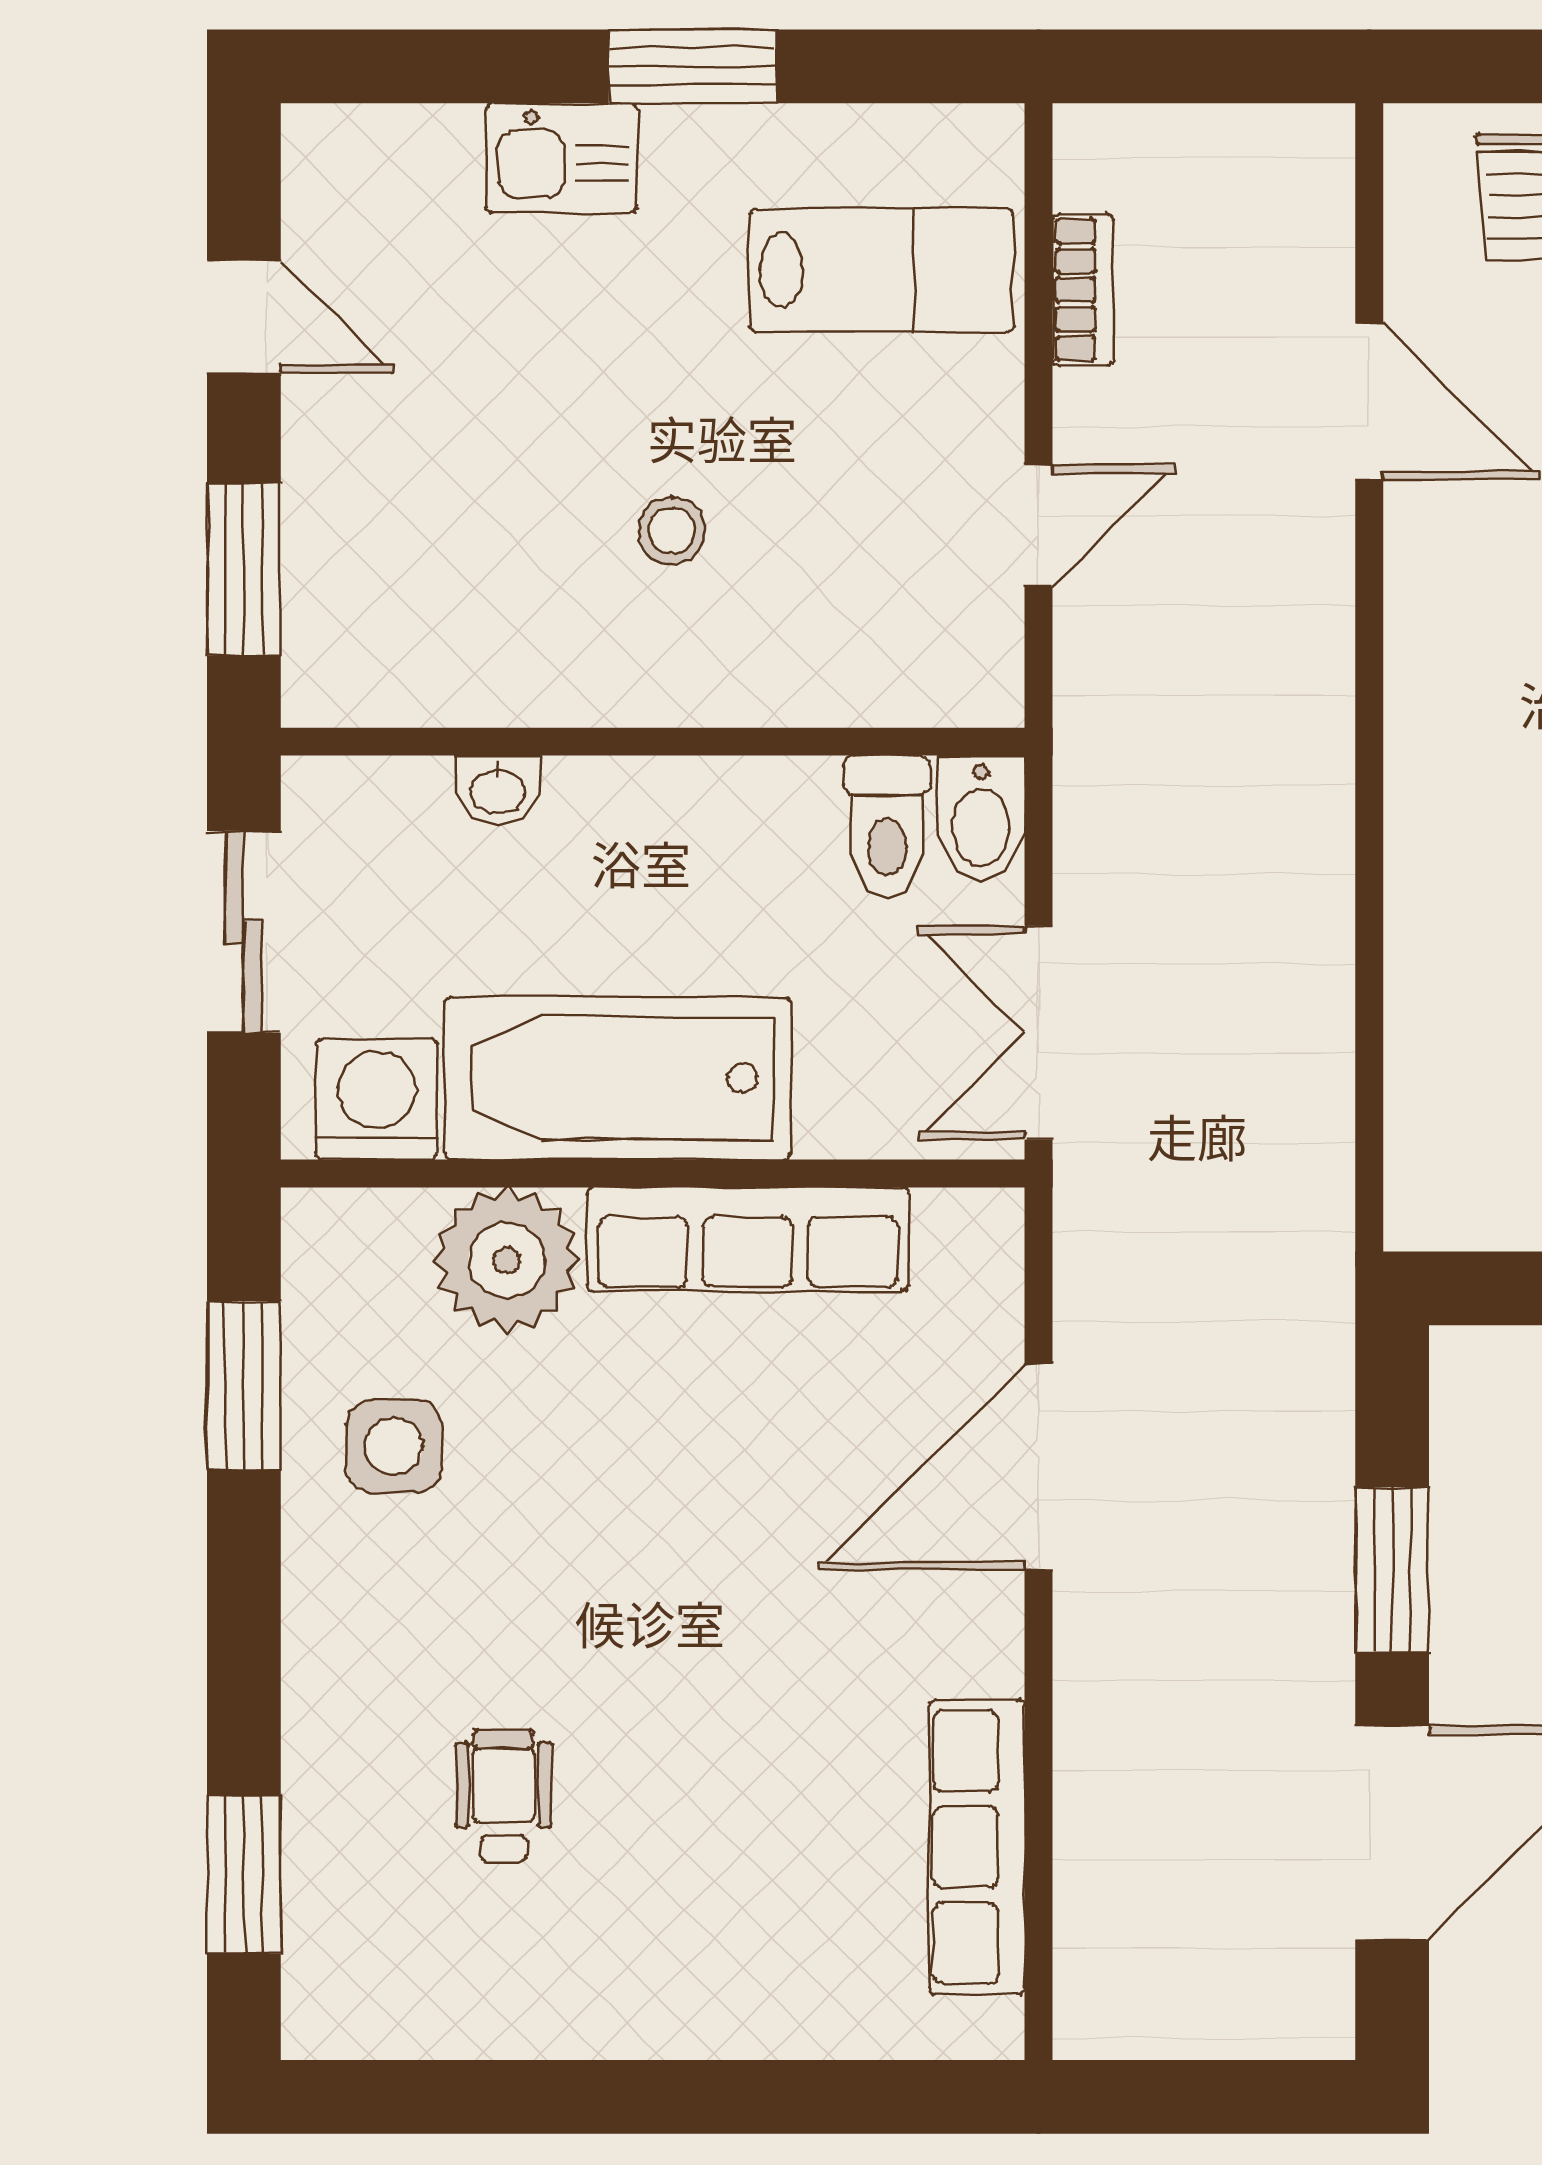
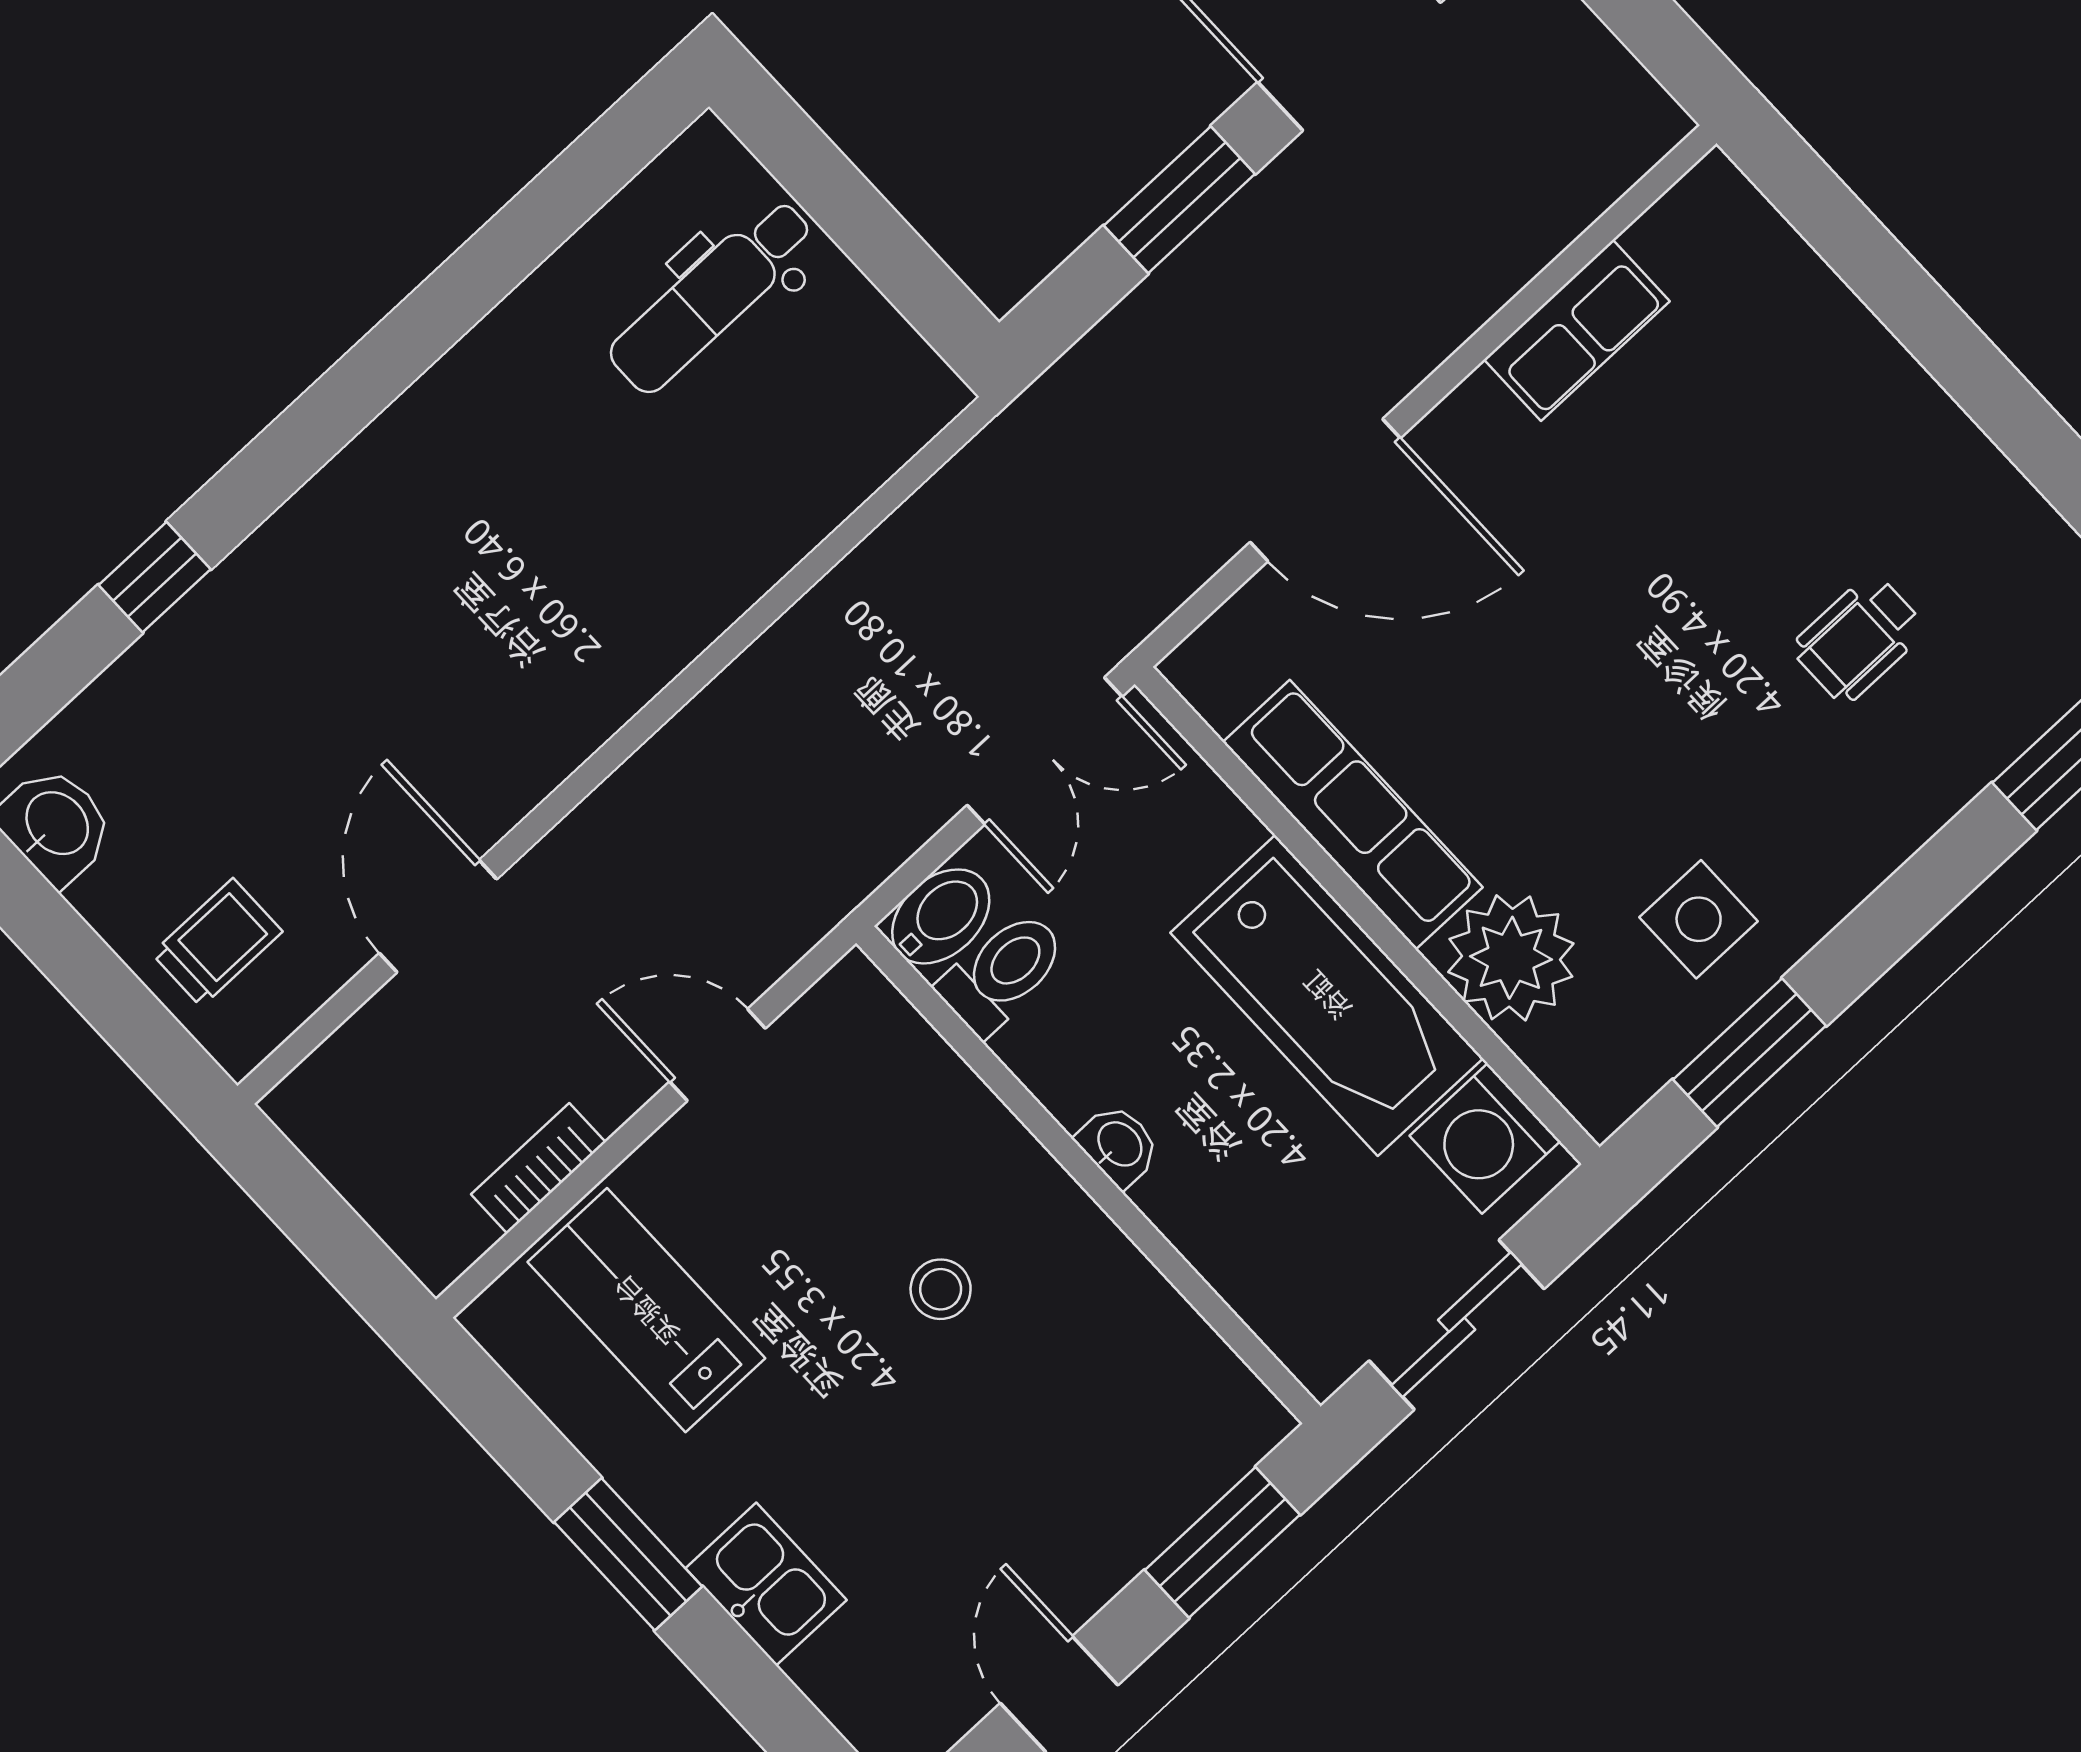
washbasin: (498, 790) -> (1119, 1145), moved
row of seats: (977, 1847) -> (1577, 330), width x0.68

